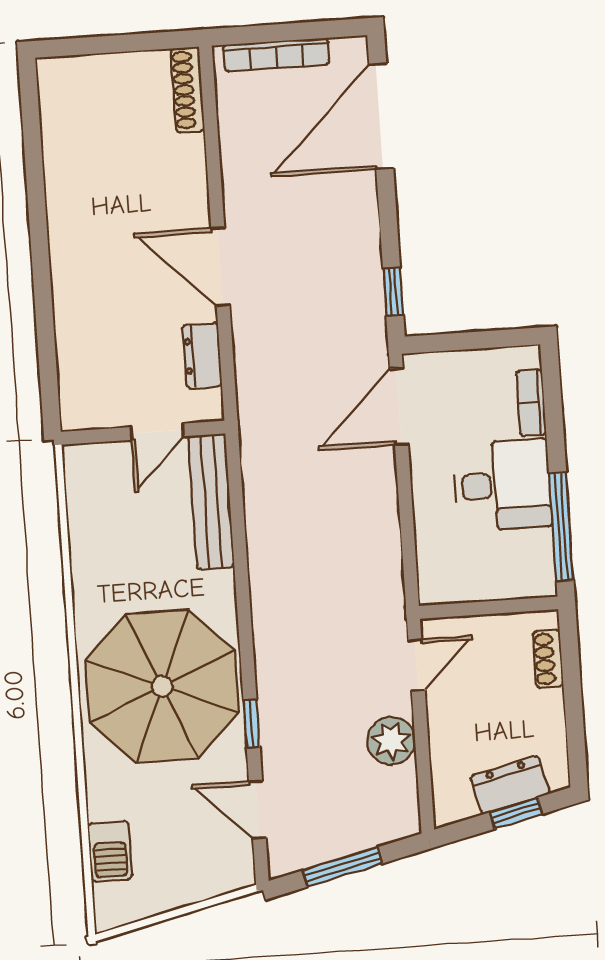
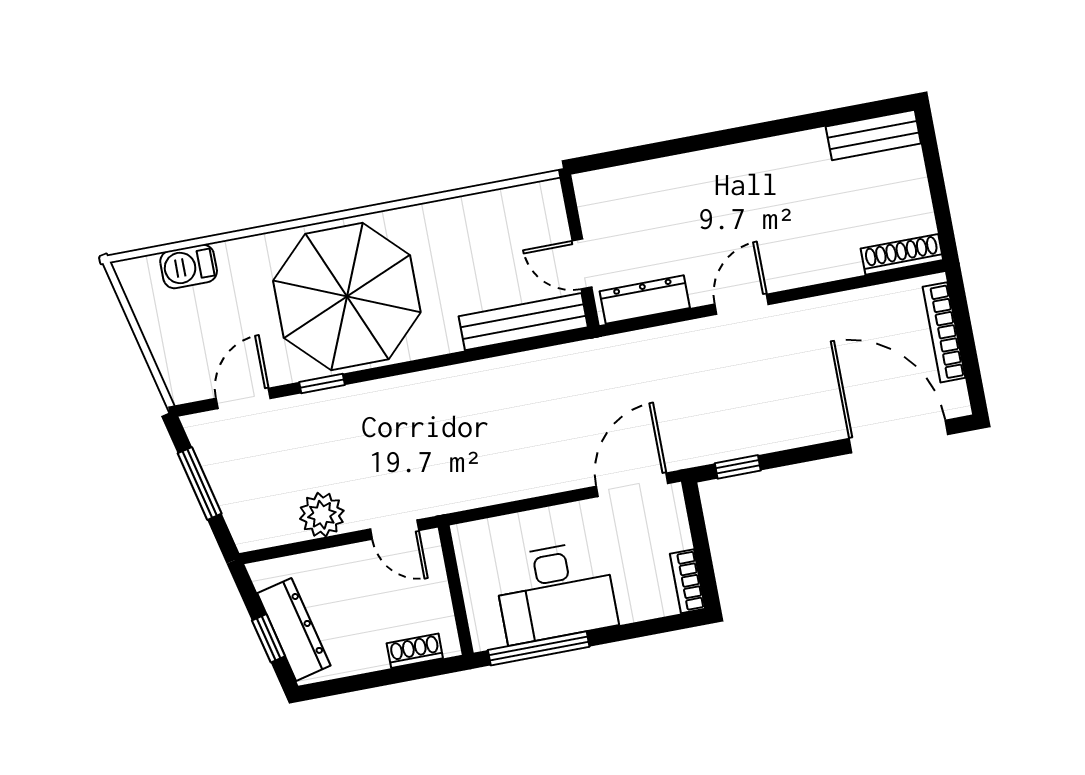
bench: (57, 105) -> (873, 135), added
door: (220, 267) -> (742, 304), width x0.73
dresser: (202, 355) -> (645, 300), width x1.44
bookcase: (531, 403) -> (687, 581), moved, turned -90
door: (399, 406) -> (632, 485), hinge flipped
desk: (502, 485) -> (556, 592), width x1.37
dresser: (510, 785) -> (294, 629), width x1.44

